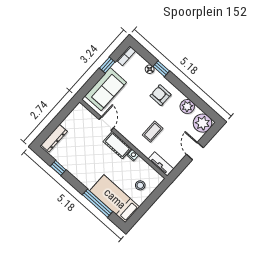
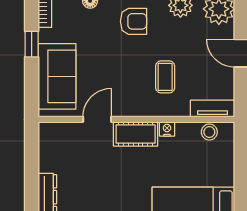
armchair: (160, 95) -> (134, 21), turned 180
door: (106, 124) -> (97, 119), hinge flipped
stool: (140, 185) -> (209, 132), moved

